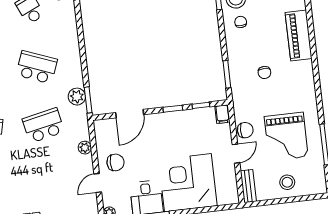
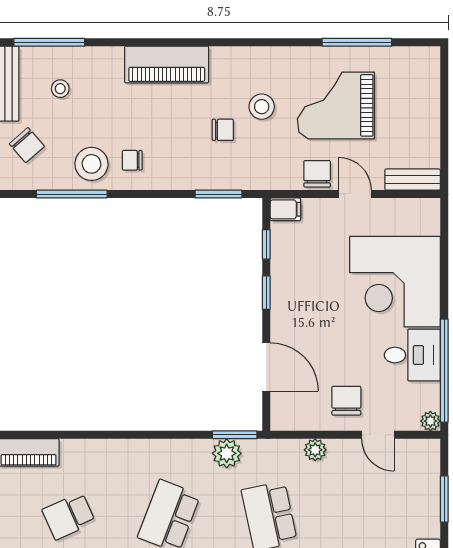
grand piano: (286, 137) -> (336, 105), turned 180
stool: (287, 182) -> (262, 107), moved

